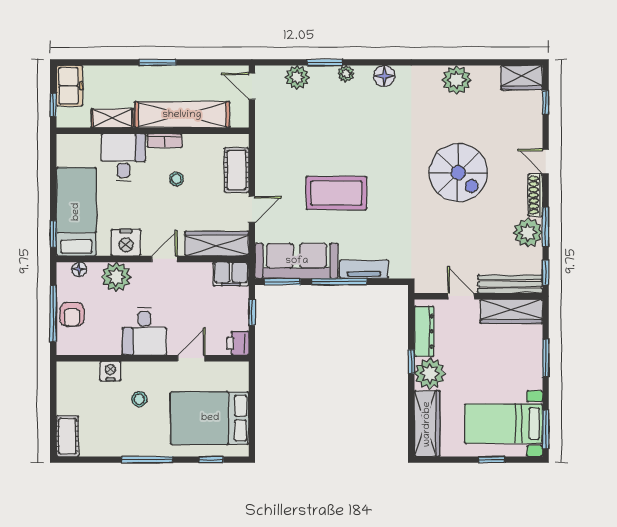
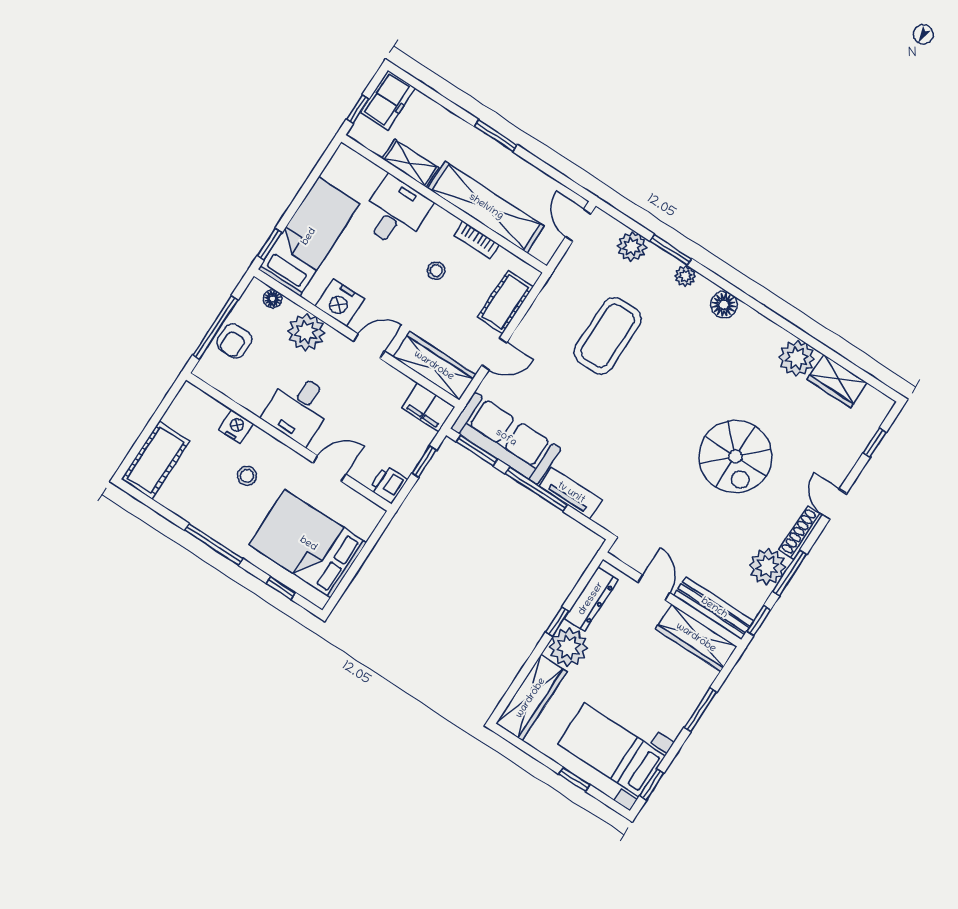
wardrobe: (522, 78) -> (837, 381), moved
bookcase: (165, 141) -> (477, 240), moved
coffee table: (336, 193) -> (608, 336), moved, turned 90
window: (546, 429) -> (652, 784), width x0.67
cot: (67, 436) -> (156, 460), width x1.37, depth x1.34

